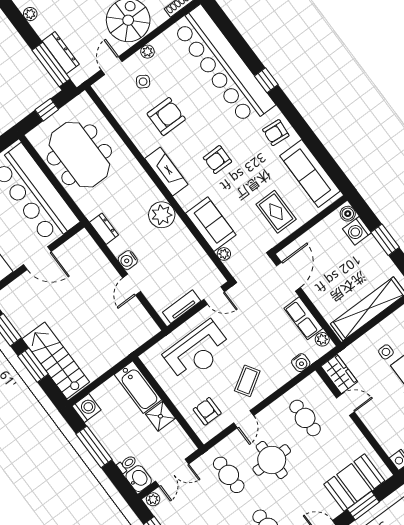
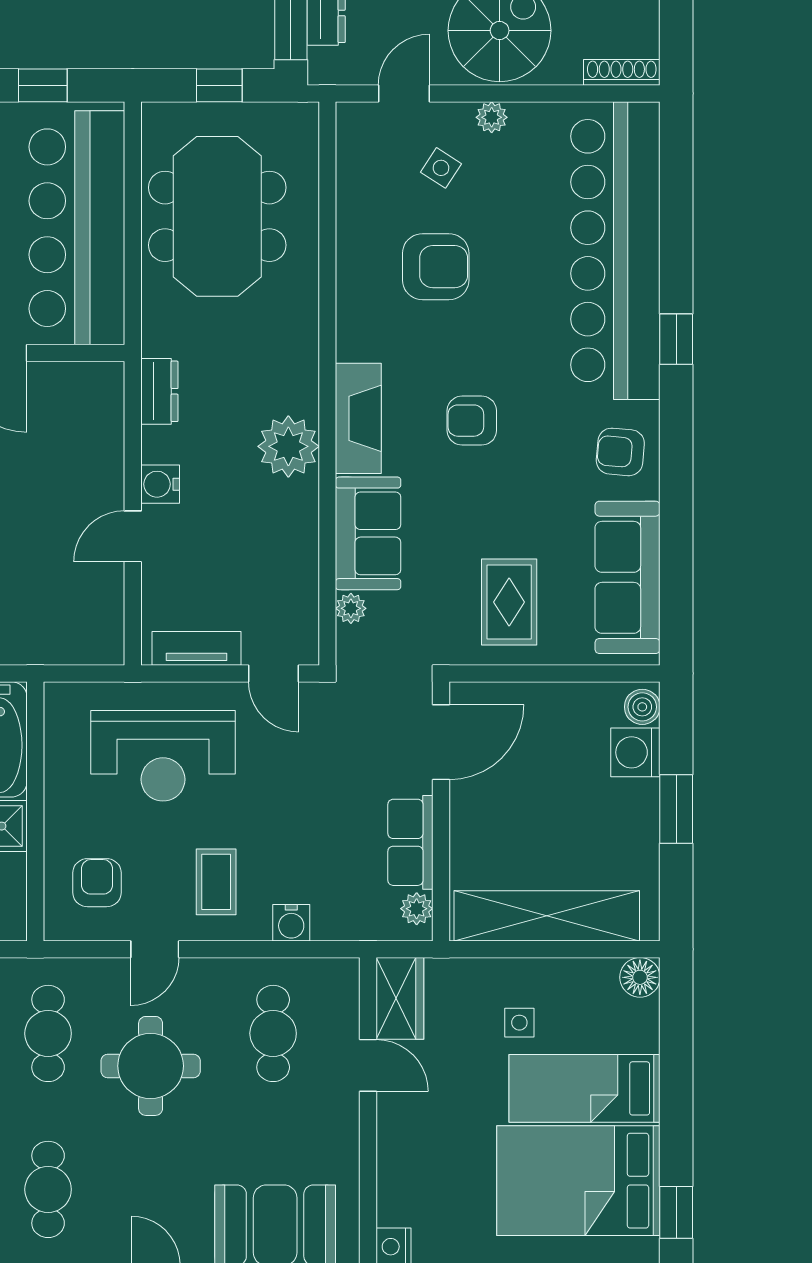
fireplace: (166, 171) -> (358, 418), moved
water cooler: (301, 363) -> (291, 923), moved
coffee table: (247, 381) -> (216, 882), turned -58

